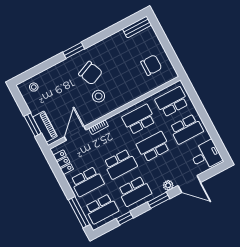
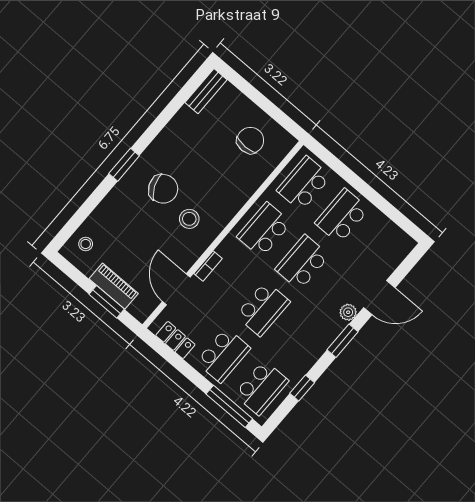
piano: (45, 127) -> (114, 286), moved
school desk: (186, 129) -> (342, 216), turned 180
desk: (206, 155) -> (387, 244), removed
school desk: (135, 191) -> (301, 341), removed

